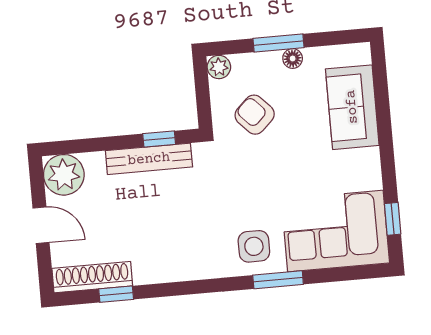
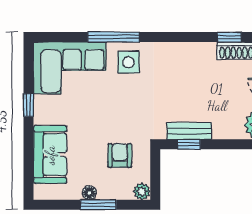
armchair: (255, 115) -> (120, 155), turned -136
bench: (149, 159) -> (189, 131), width x0.73
window: (393, 219) -> (29, 105), moved
window: (278, 280) -> (114, 37), width x1.44

